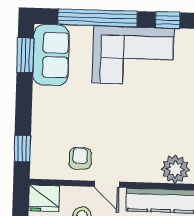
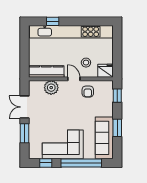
window: (25, 55) -> (117, 128), moved
sofa: (51, 55) -> (104, 138), width x1.36
plant: (175, 169) -> (51, 88), moved

